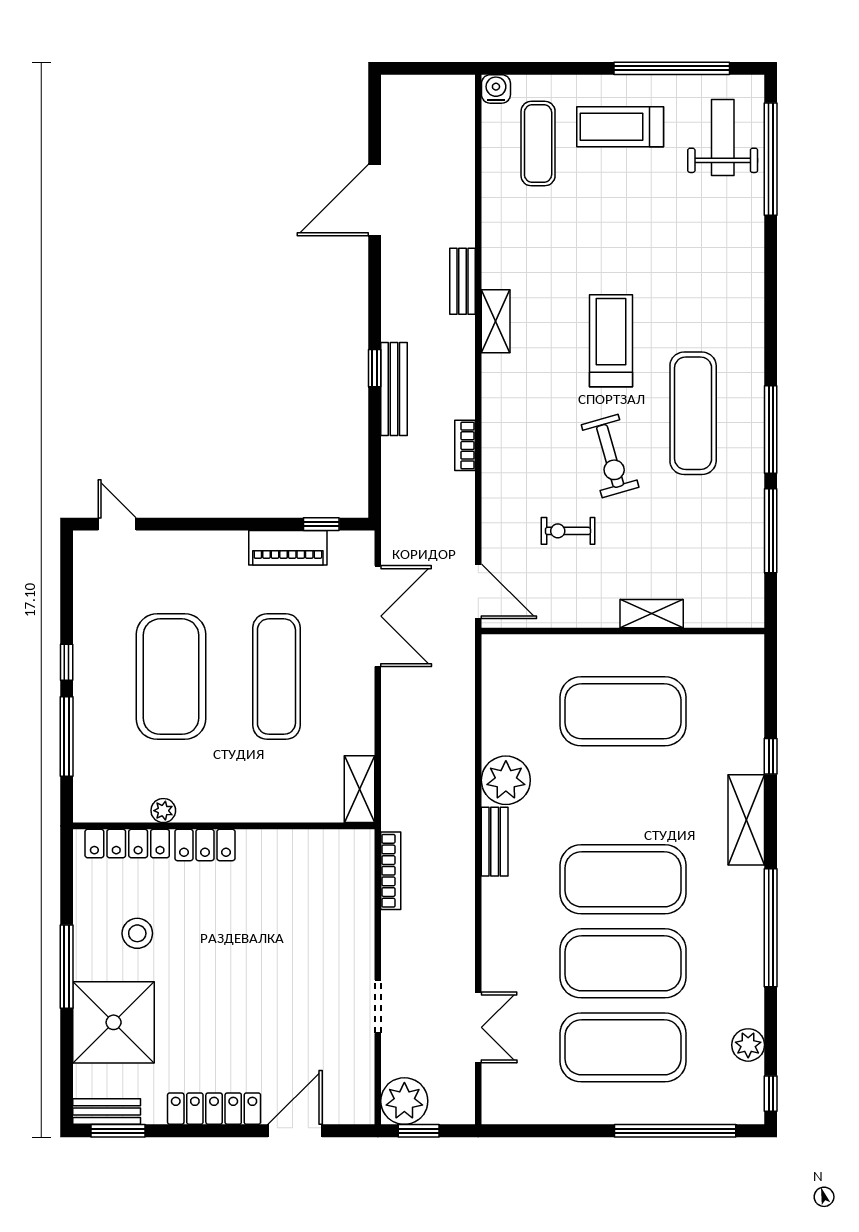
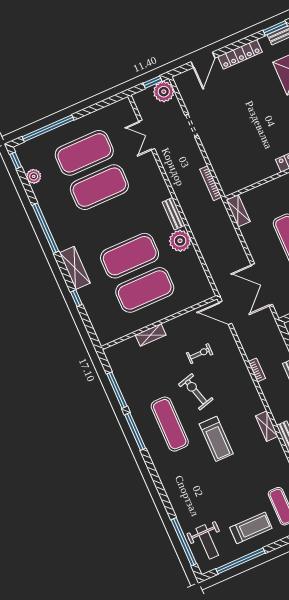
exercise mat: (623, 879) -> (130, 256), moved

